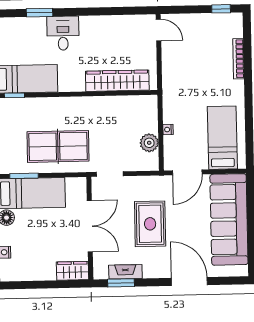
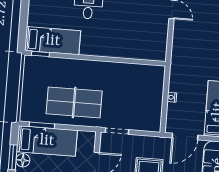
wardrobe: (117, 81) -> (132, 50), removed
plant: (149, 143) -> (154, 107), removed

